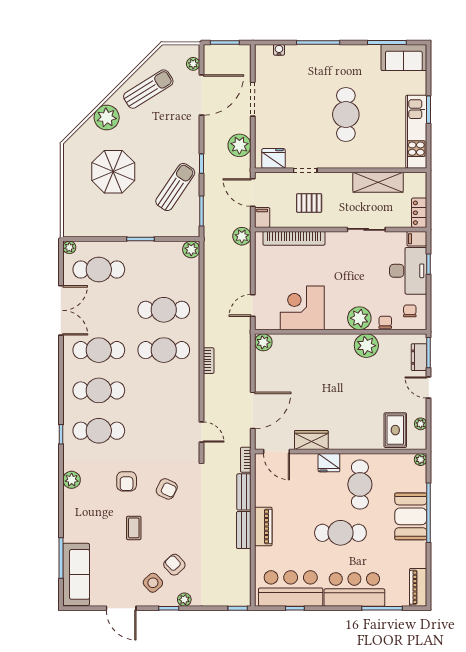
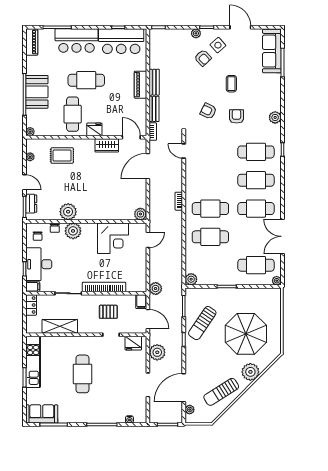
parasol: (113, 172) -> (246, 334), width x1.36, depth x1.36
bookcase: (294, 238) -> (104, 287), moved
rug: (395, 430) -> (62, 156), moved, turned 90

